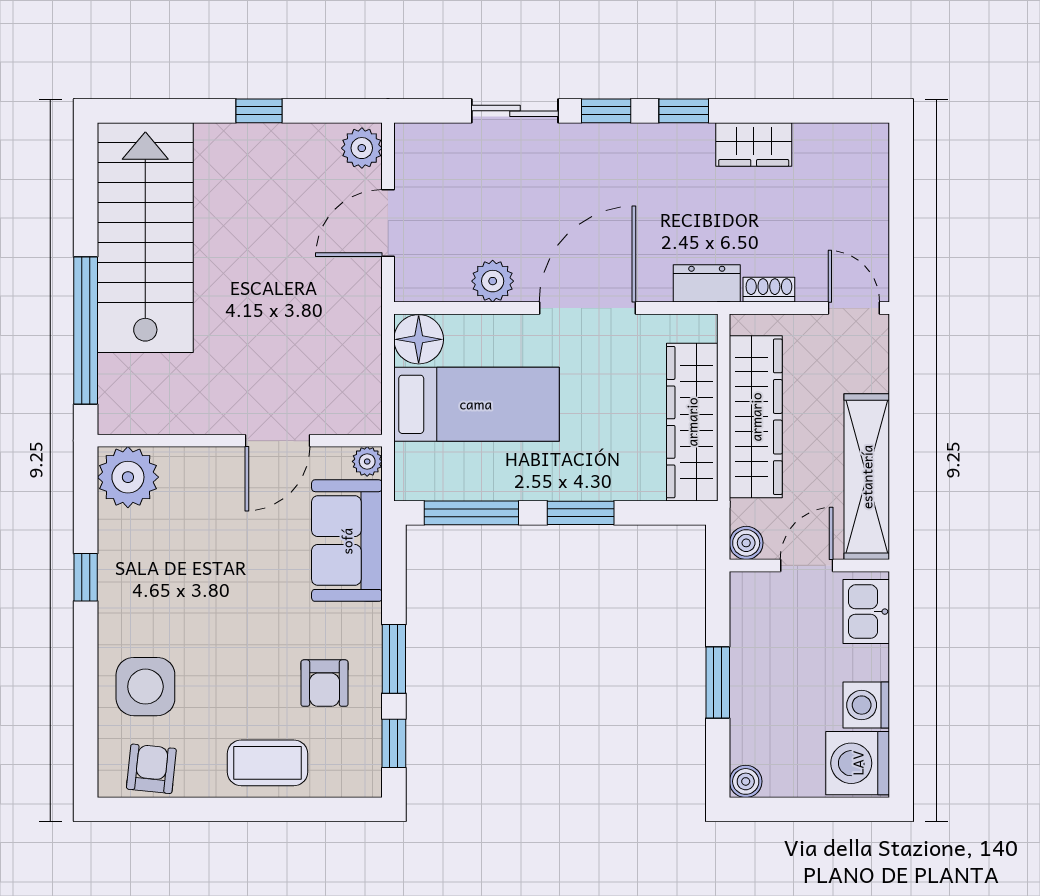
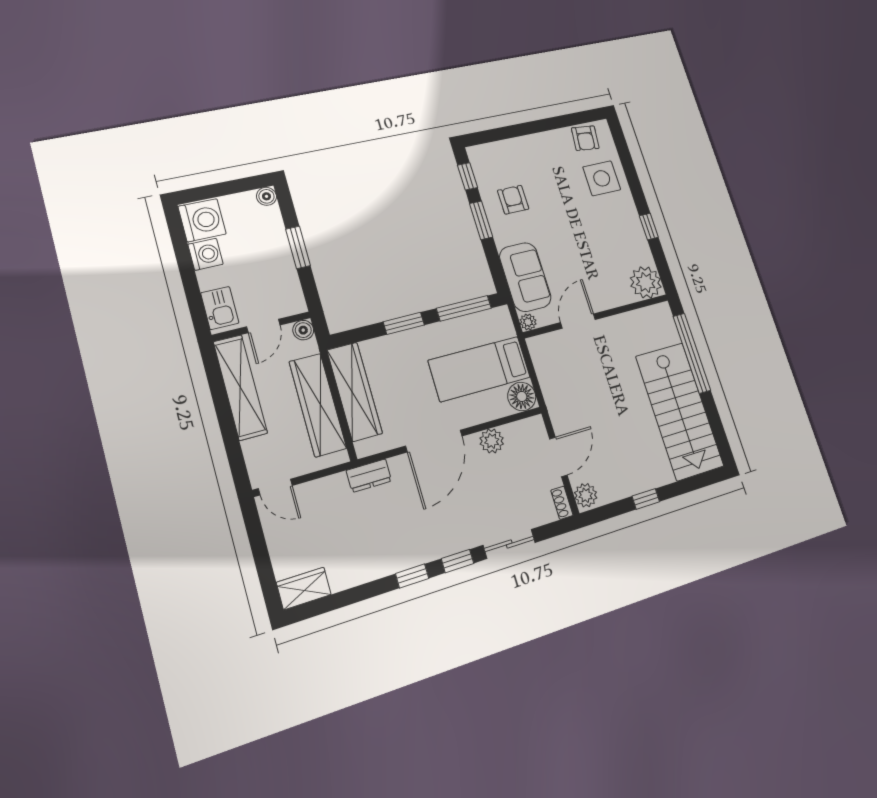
wardrobe: (754, 145) -> (304, 588), moved
shoe rack: (769, 290) -> (562, 503), moved, turned 90
coffee table: (267, 763) -> (529, 153), removed

